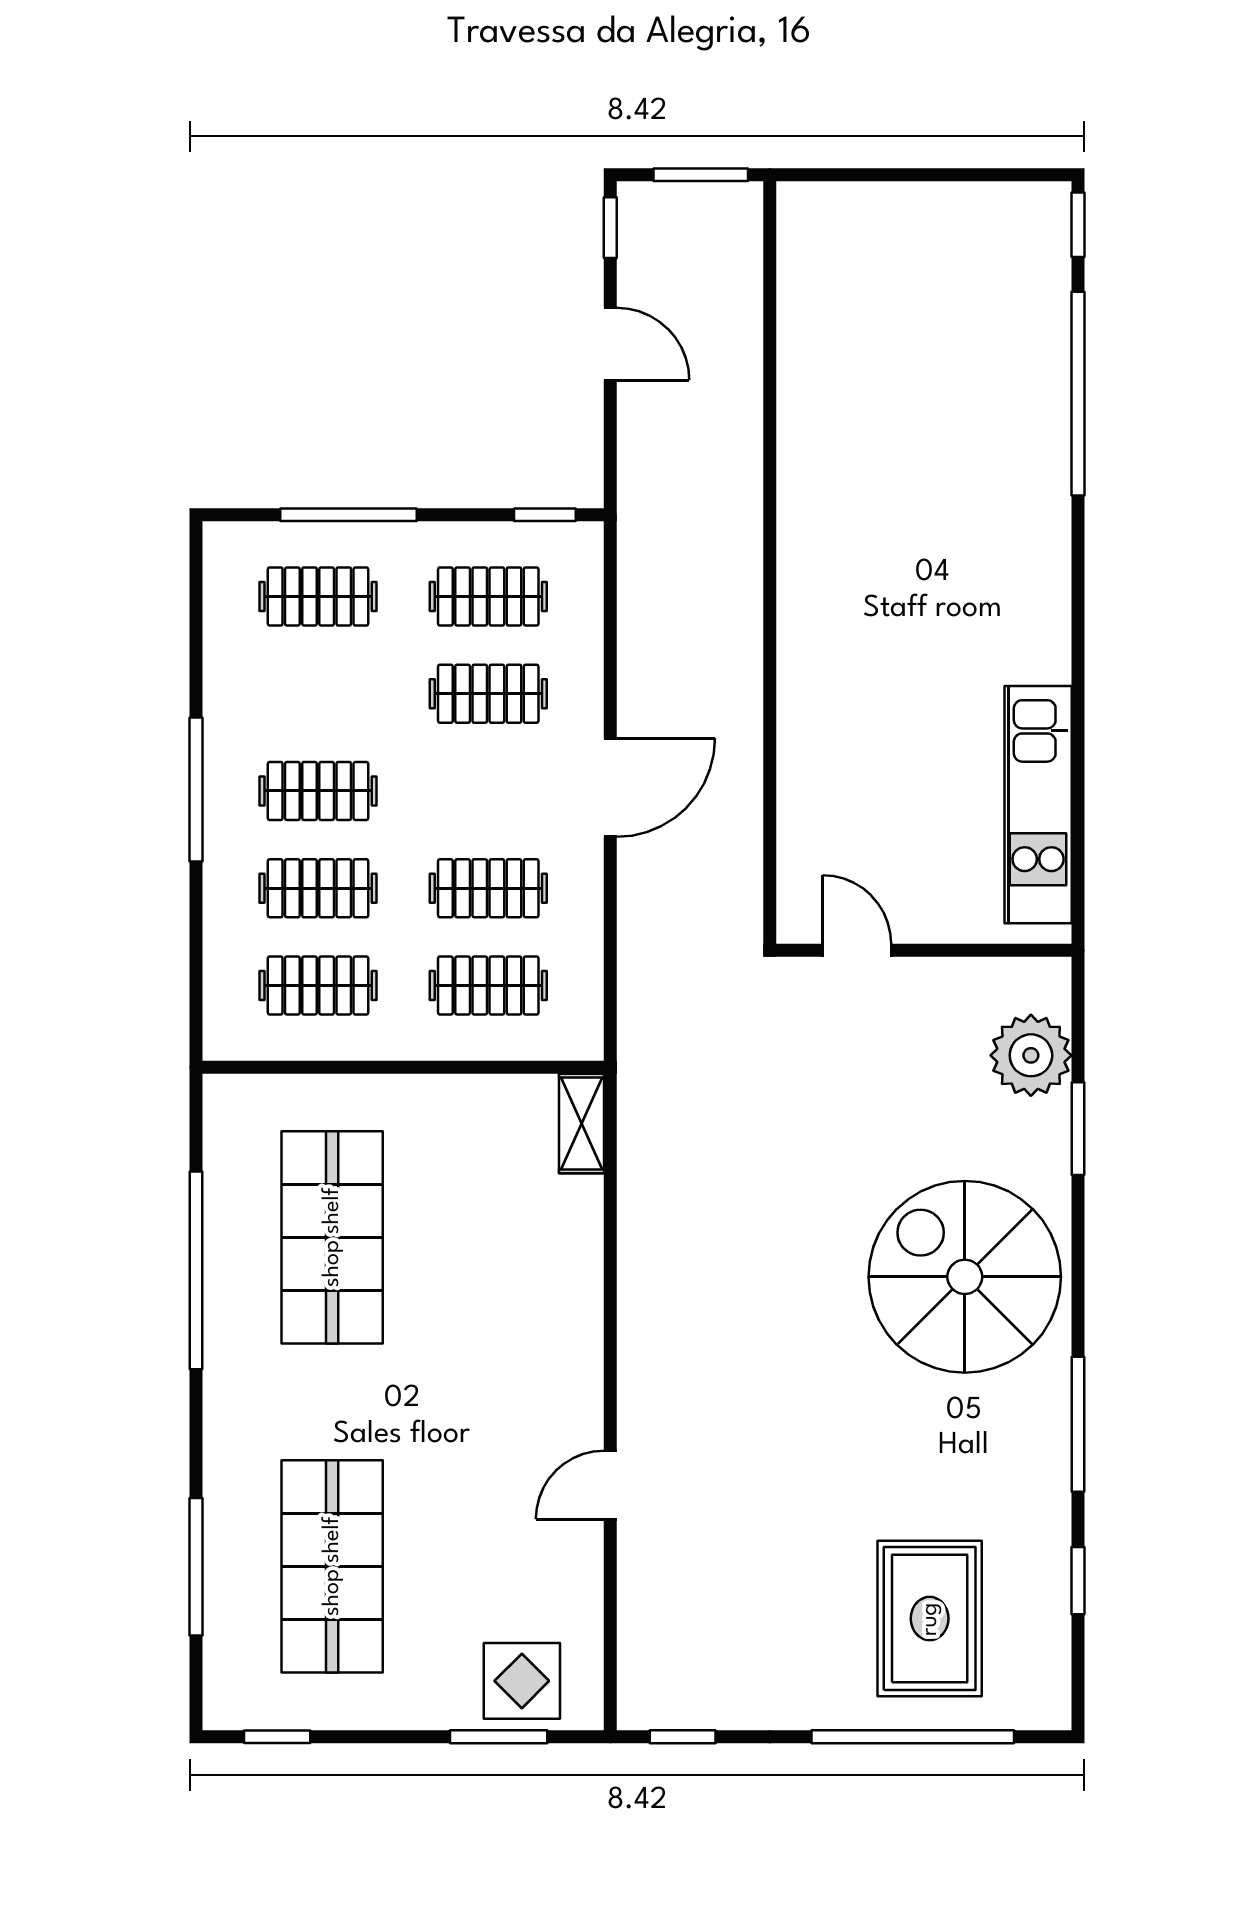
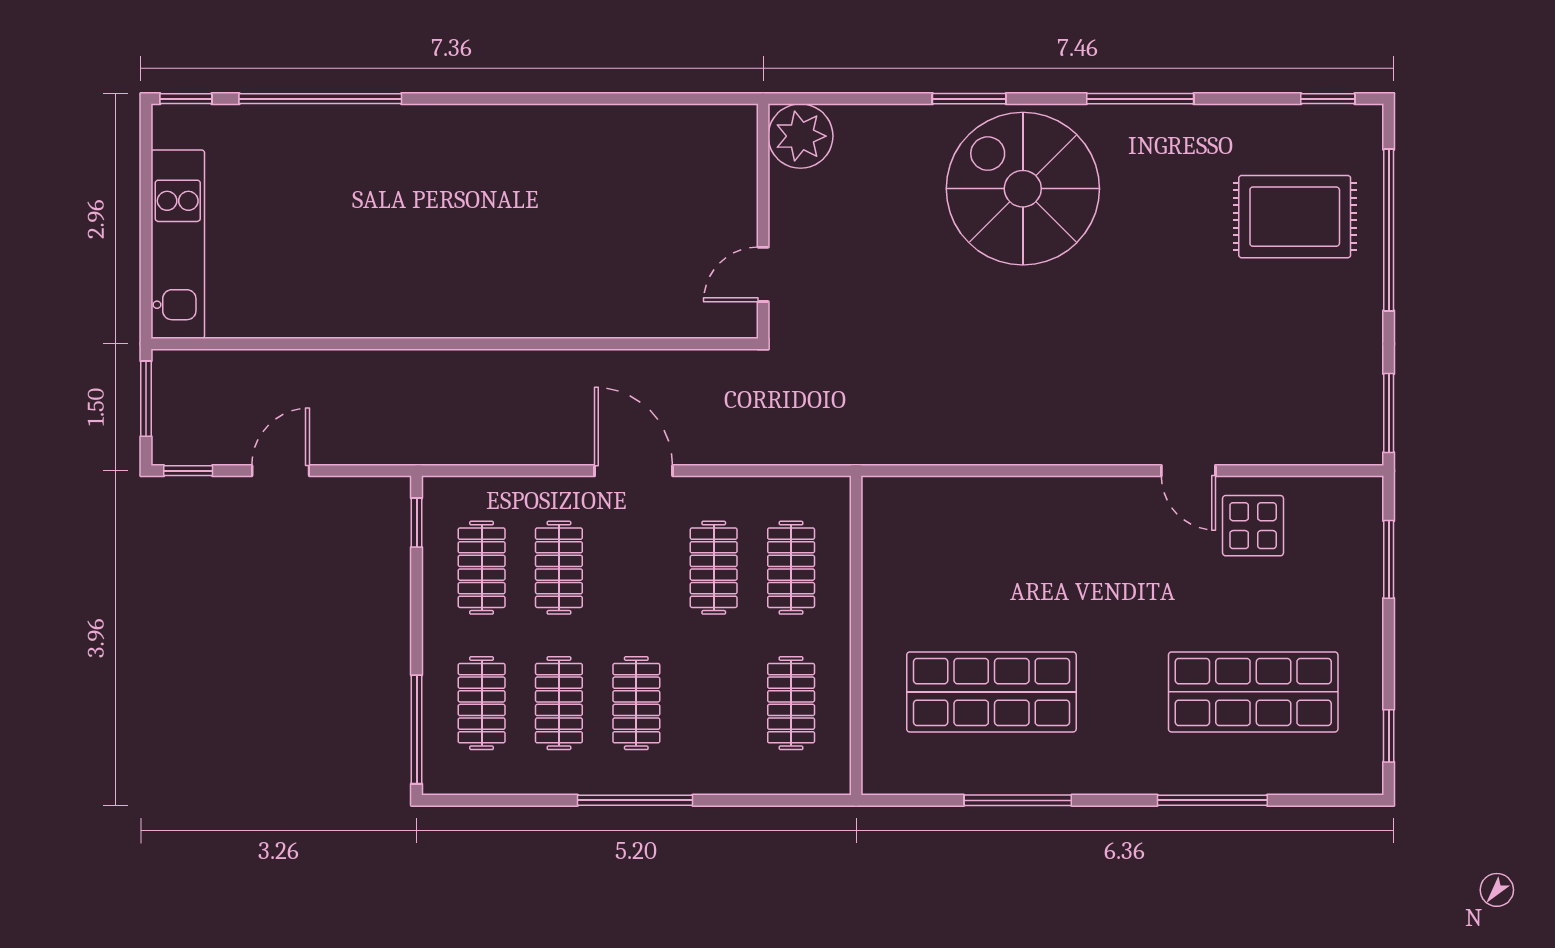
window: (348, 515) -> (417, 729), moved
kitchen unit: (1038, 805) -> (178, 244), moved, turned -90
clothes rail: (318, 888) -> (559, 703), moved
plant: (1031, 1055) -> (800, 136), moved
shelving: (582, 1123) -> (901, 494), removed
window: (1078, 1129) -> (969, 99), moved
window: (196, 1270) -> (1018, 800), width x0.68
spiral stairs: (965, 1277) -> (1023, 189), turned 90
window: (196, 1567) -> (1212, 800), moved
window: (1078, 1581) -> (1328, 99), moved
display table: (522, 1681) -> (1253, 526), moved
window: (683, 1737) -> (1389, 413), width x1.50

